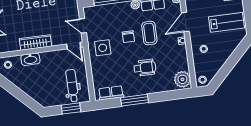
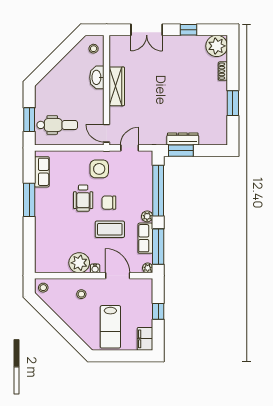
door: (74, 46) -> (107, 133), hinge flipped
wheelchair: (145, 68) -> (83, 198), moved
plant: (182, 79) -> (79, 263), moved

